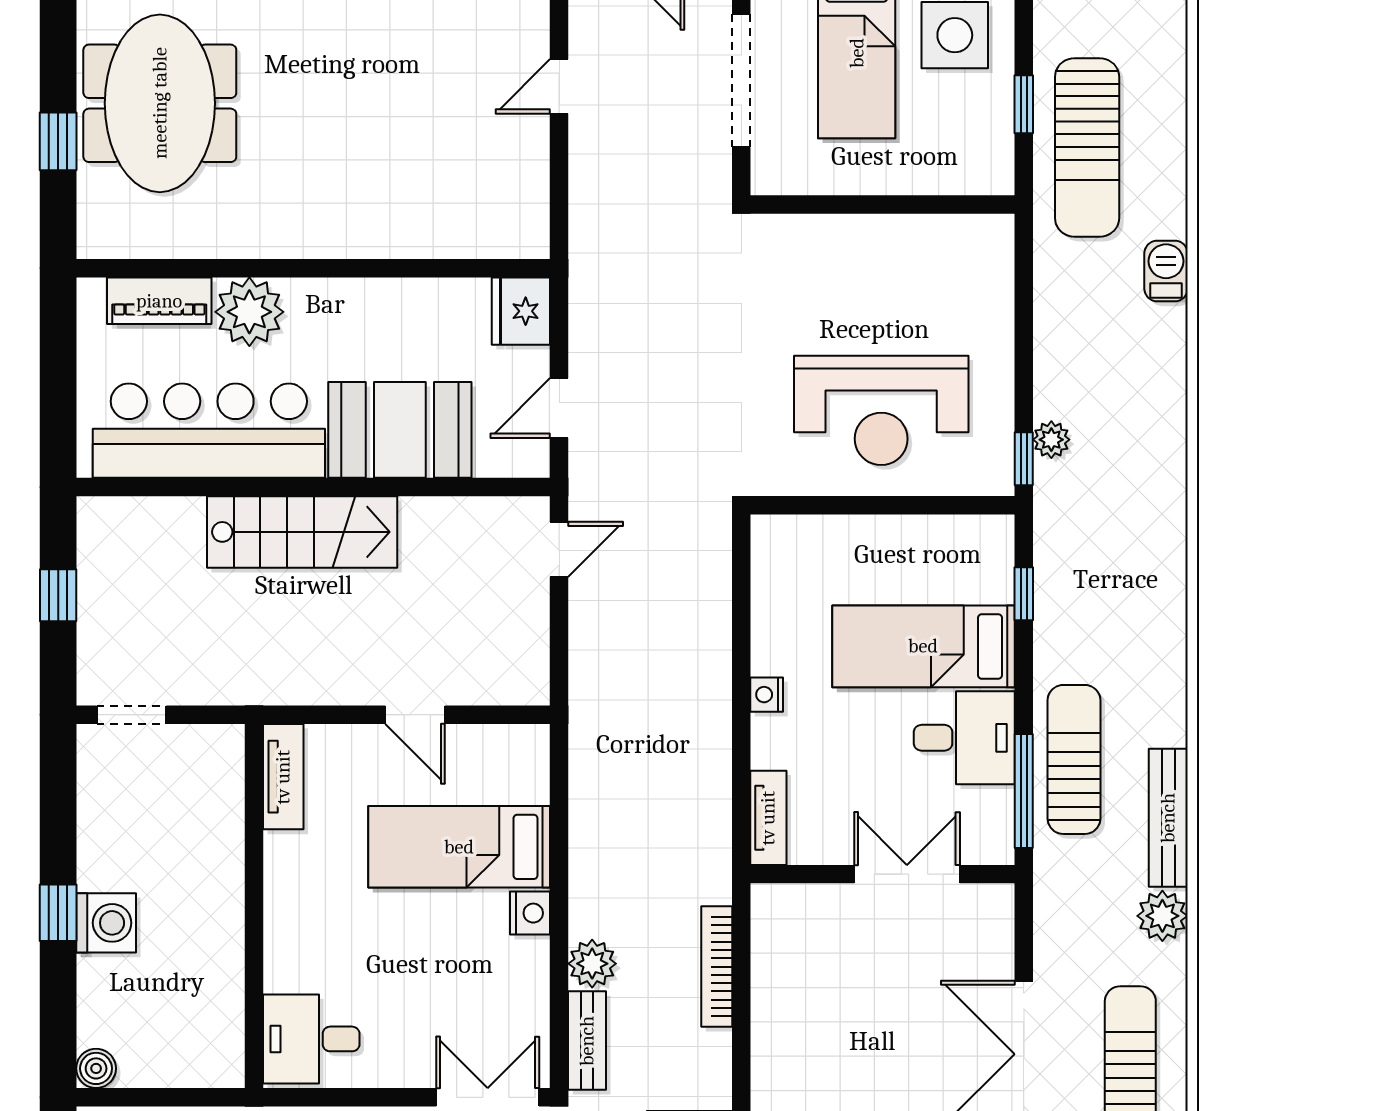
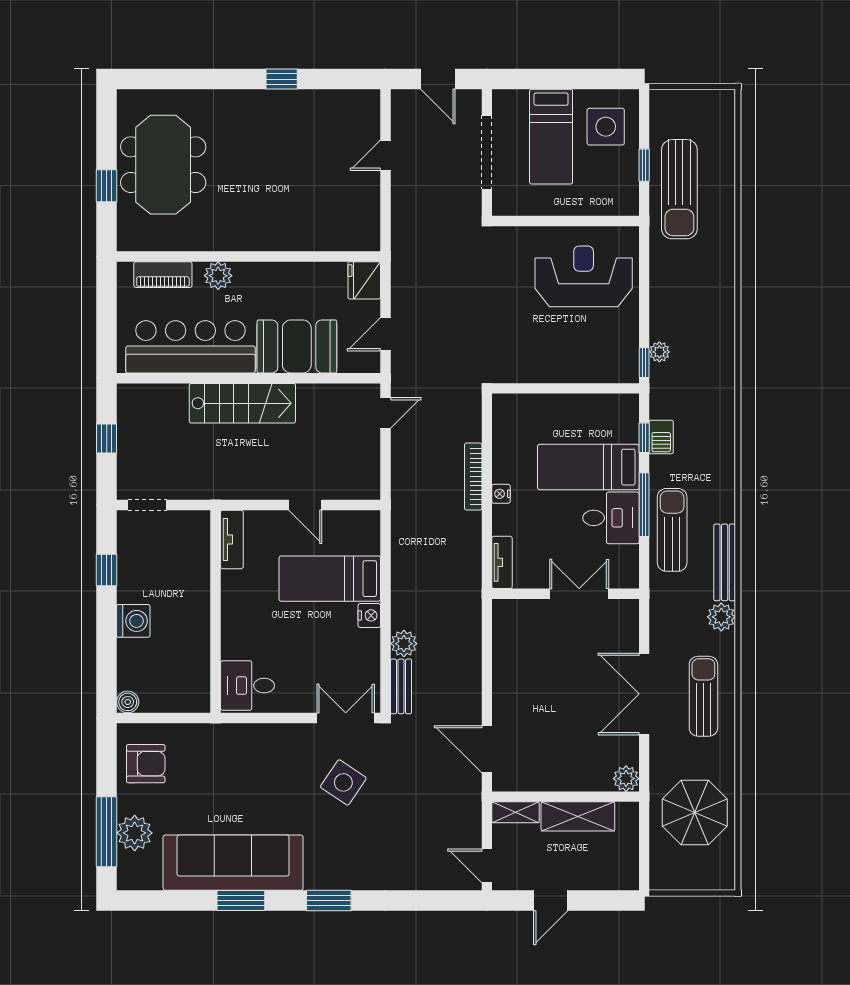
barbecue: (1166, 271) -> (661, 437), moved, turned 180
plant: (249, 312) -> (218, 276), width x0.73, depth x0.73
reception desk: (881, 410) -> (584, 276), moved, turned 180
window: (1024, 791) -> (644, 505), moved
window: (58, 913) -> (107, 570), moved
bookcase: (717, 967) -> (473, 477), moved

